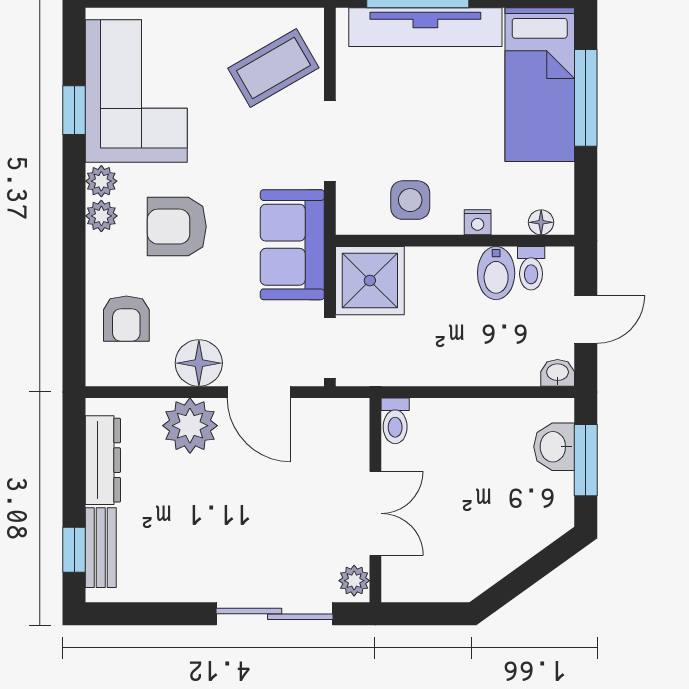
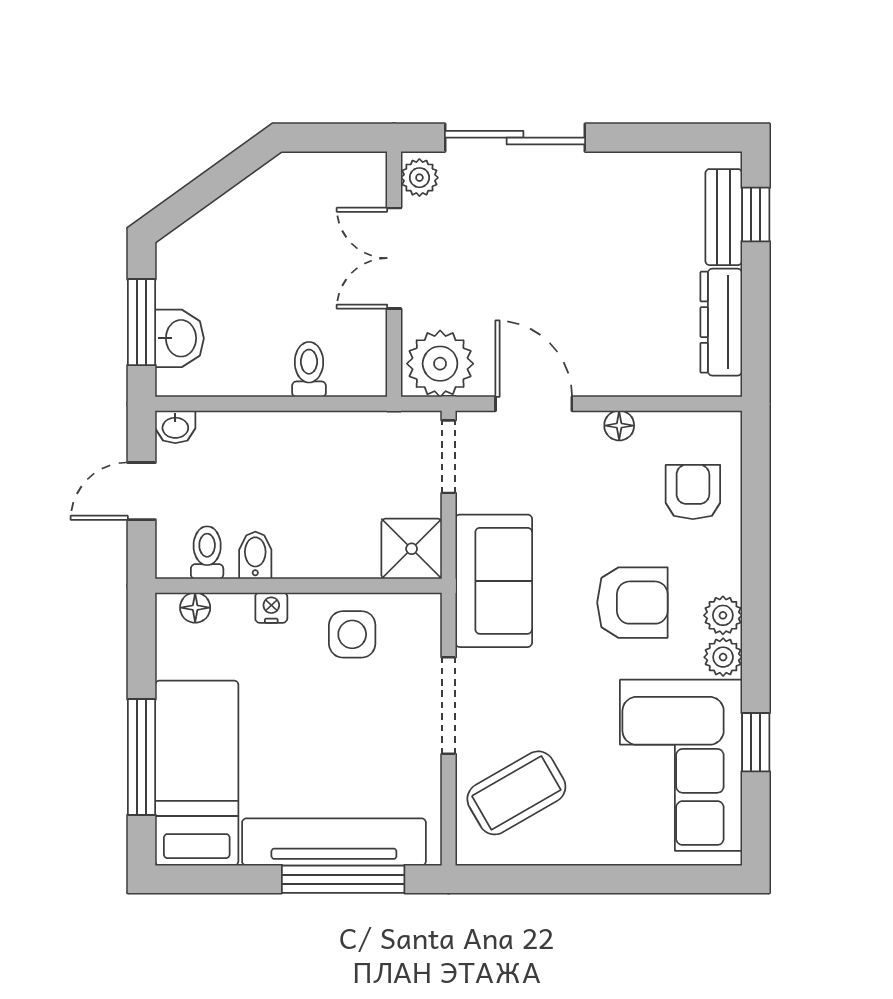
bidet: (496, 273) -> (255, 555), width x0.72, depth x0.74
shower: (370, 281) -> (412, 549), width x0.73, depth x0.73
floor lamp: (199, 363) -> (619, 426), width x0.53, depth x0.53
toilet: (395, 421) -> (309, 369), moved
plant: (190, 426) -> (440, 364), moved

